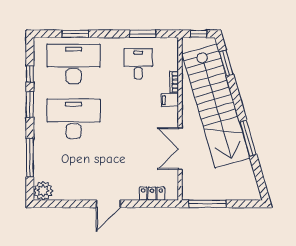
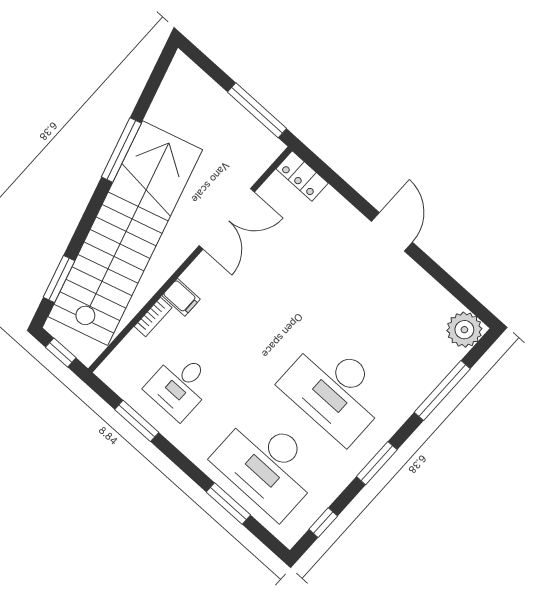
window: (30, 74) -> (323, 523), moved
locker: (152, 194) -> (302, 176), moved
door: (108, 204) -> (392, 232), hinge flipped

